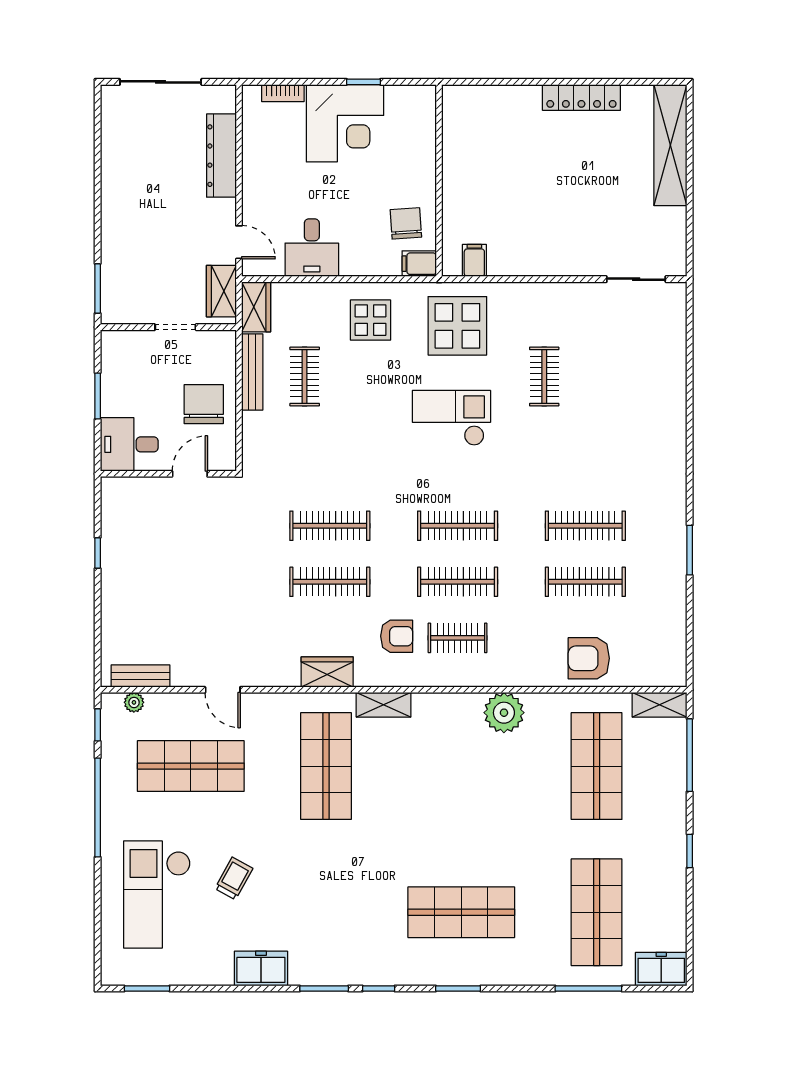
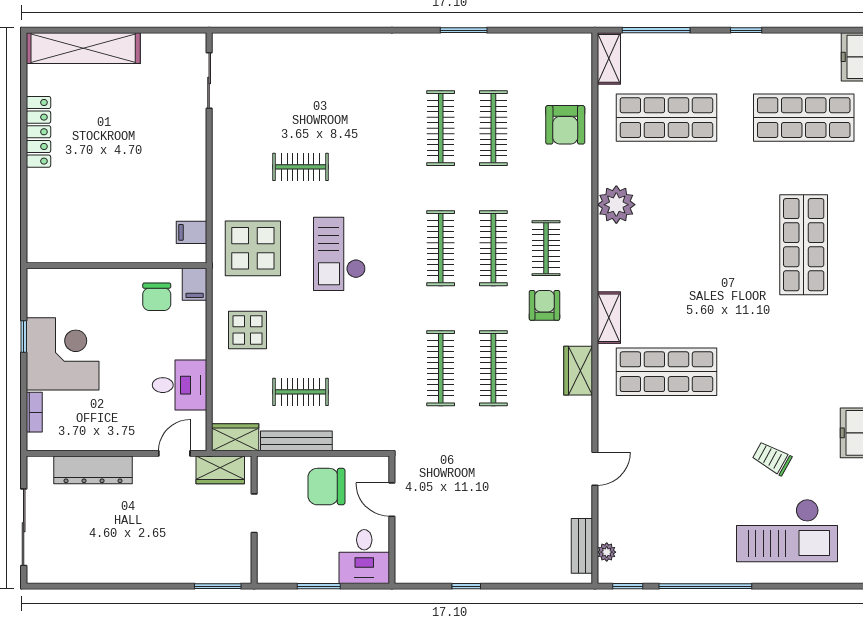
chair: (406, 223) -> (157, 297), turned -86
shop shelf: (191, 766) -> (666, 499), removed

